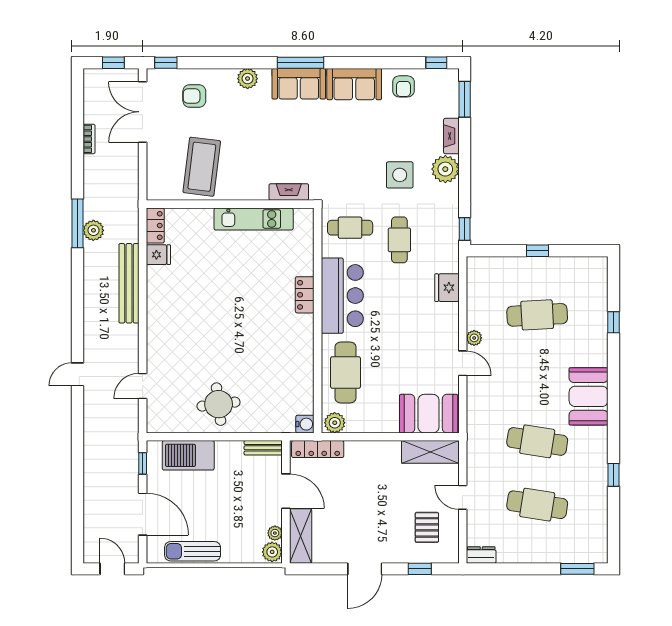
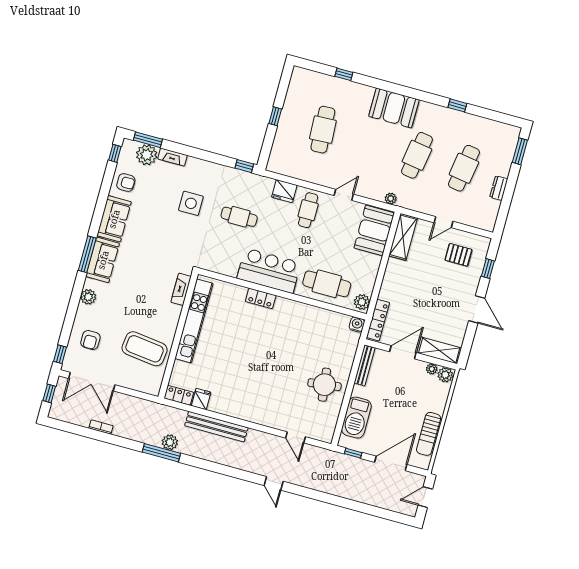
plant: (445, 169) -> (147, 155), moved
kitchen unit: (254, 219) -> (194, 321), width x1.36
cafe table: (350, 228) -> (308, 210), moved
plant: (474, 338) -> (391, 199), moved
bench: (263, 448) -> (365, 365), width x1.36
dresser: (481, 555) -> (499, 188), moved

